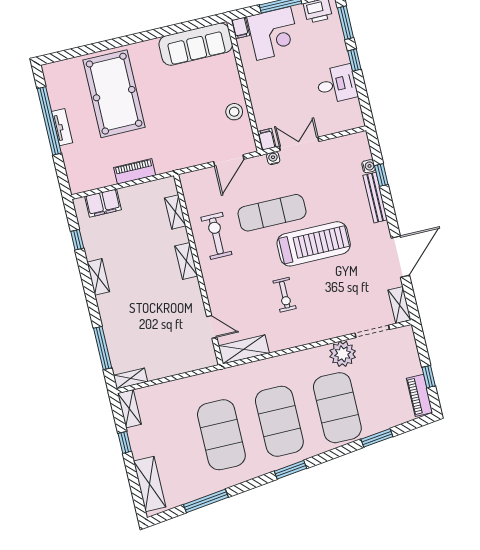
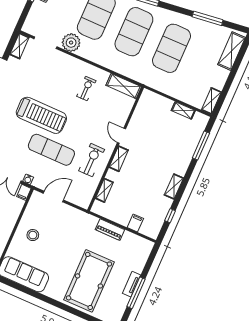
stool: (234, 112) -> (33, 235), moved
window: (49, 121) -> (136, 293), width x0.68
filing cabinet: (103, 203) -> (135, 223), width x0.50
exercise bike: (216, 236) -> (92, 160), turned 180
treadmill: (314, 244) -> (41, 115), turned 180
exercise bike: (285, 295) -> (86, 88), moved
door: (212, 327) -> (121, 136), moved
shelving: (130, 379) -> (183, 111), moved
window: (125, 442) -> (228, 84), removed

